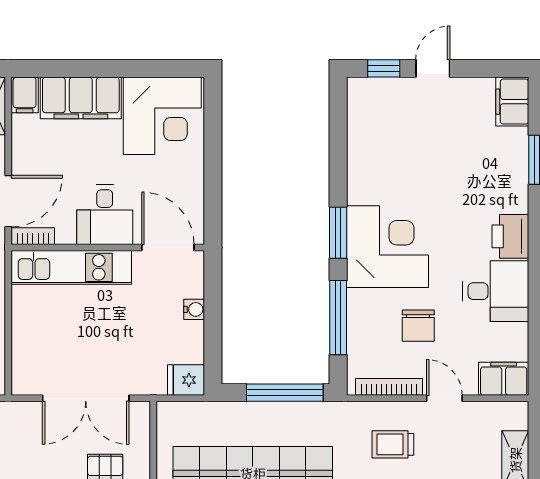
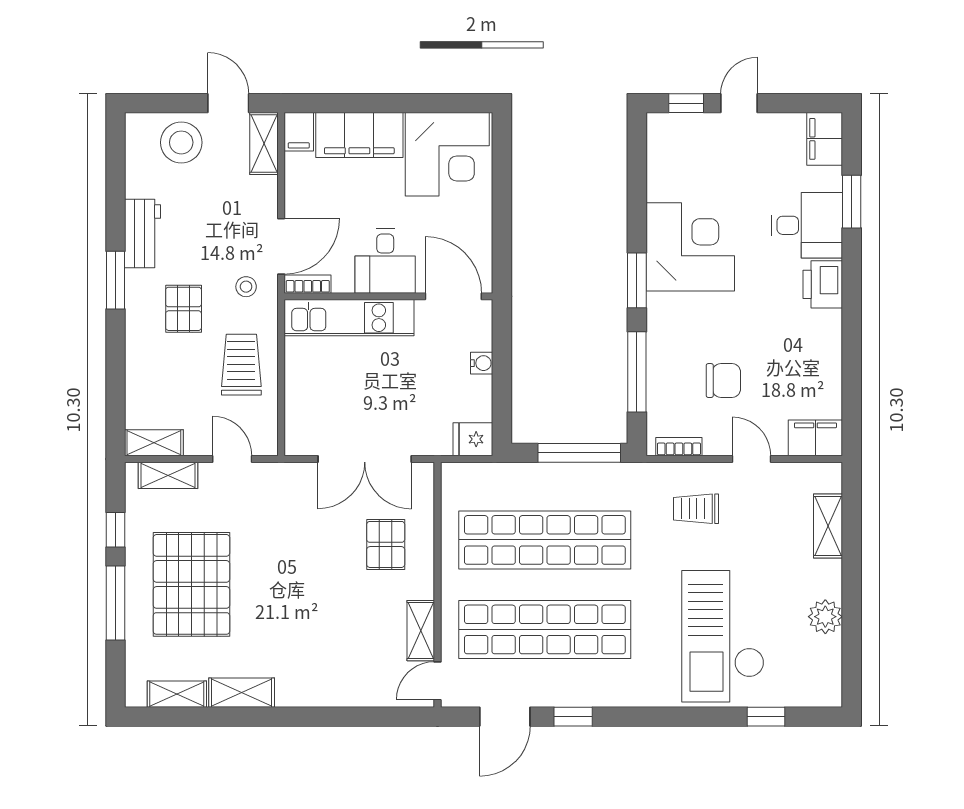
corner desk: (388, 247) -> (690, 247), moved
desk: (496, 291) -> (807, 225), moved
chair: (418, 326) -> (723, 381), turned -90
bookcase: (389, 387) -> (679, 447), width x0.64

